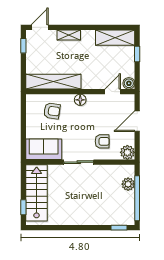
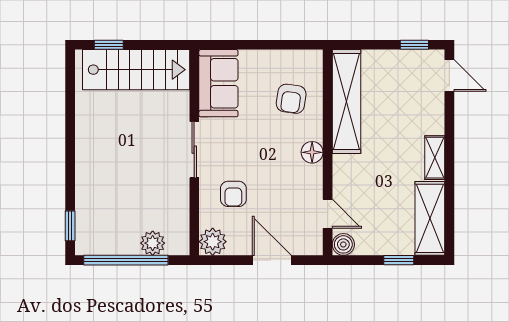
shelving: (69, 35) -> (435, 158), moved

